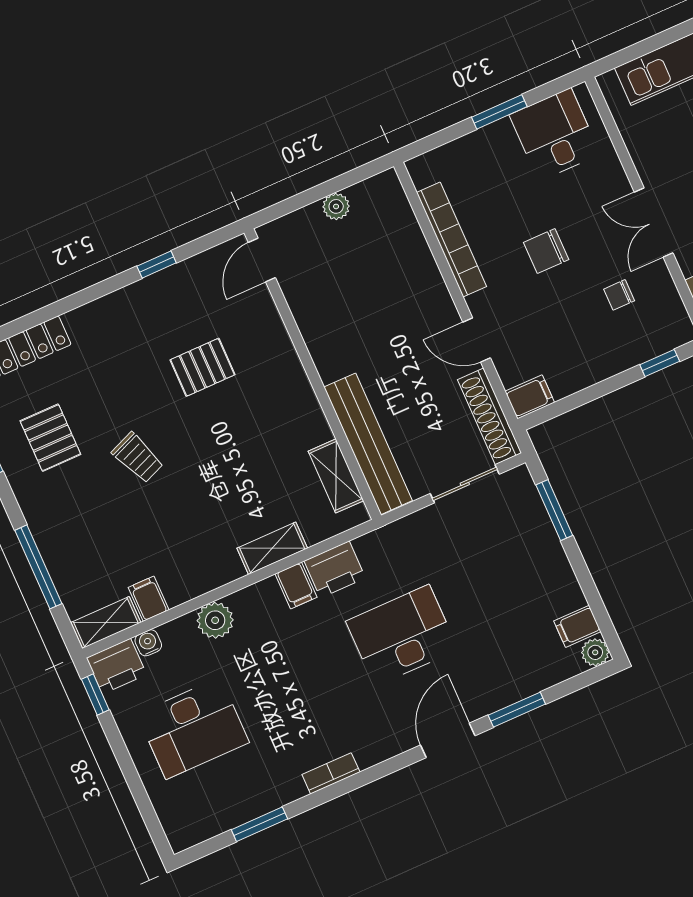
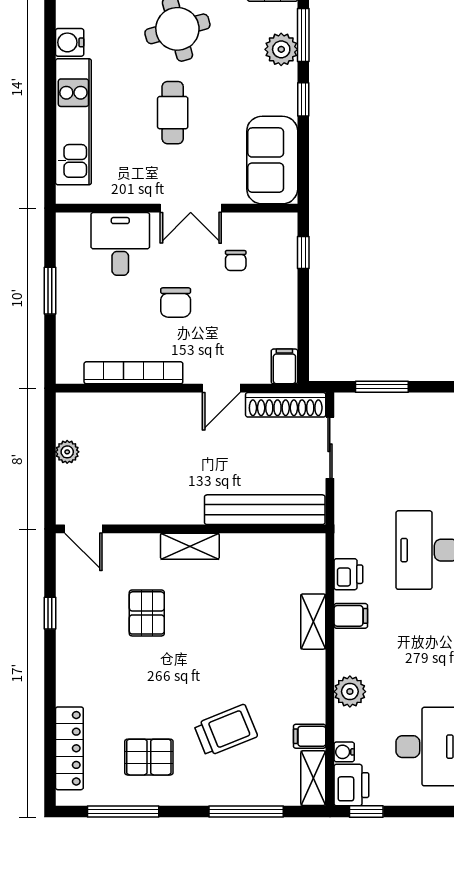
desk: (555, 134) -> (120, 244), moved, turned 90
trolley: (138, 458) -> (226, 730), moved, width x1.36, depth x1.39
shelving: (336, 476) -> (190, 546), moved
printer: (335, 569) -> (348, 574), width x0.73, depth x0.81

